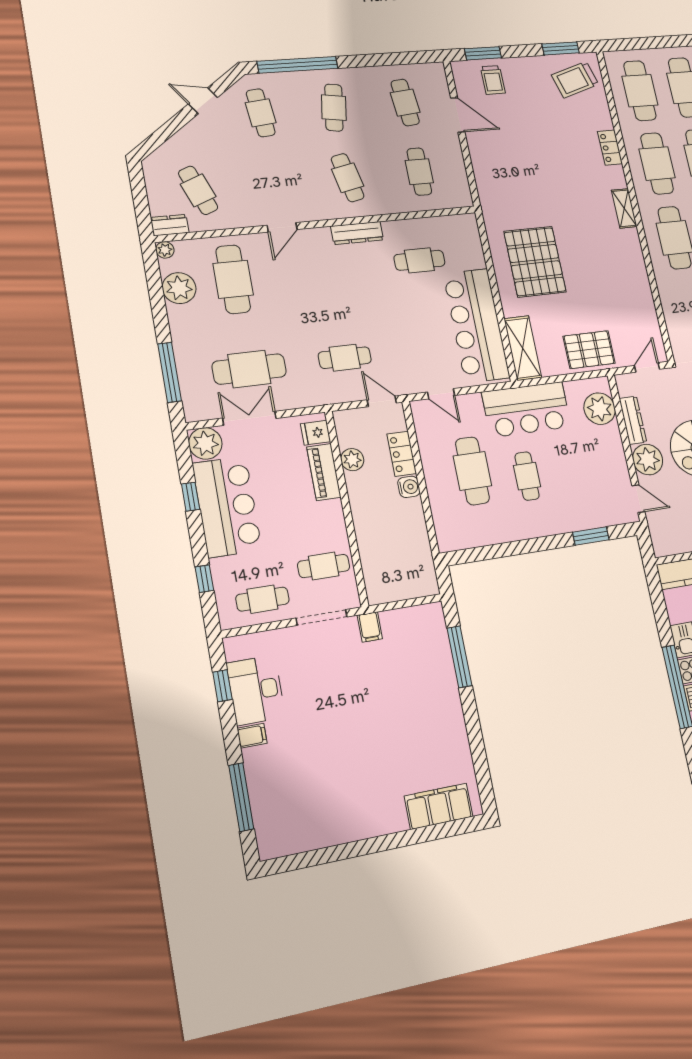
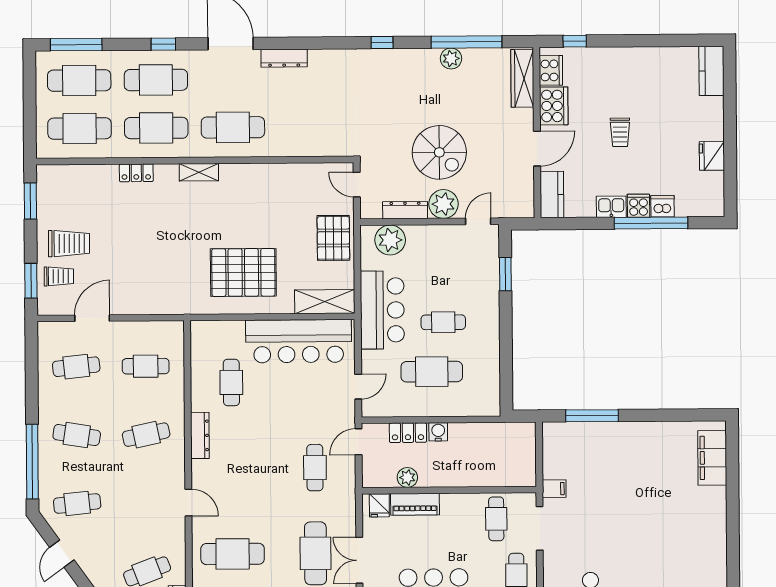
trolley: (575, 80) -> (69, 243), moved, turned -73

